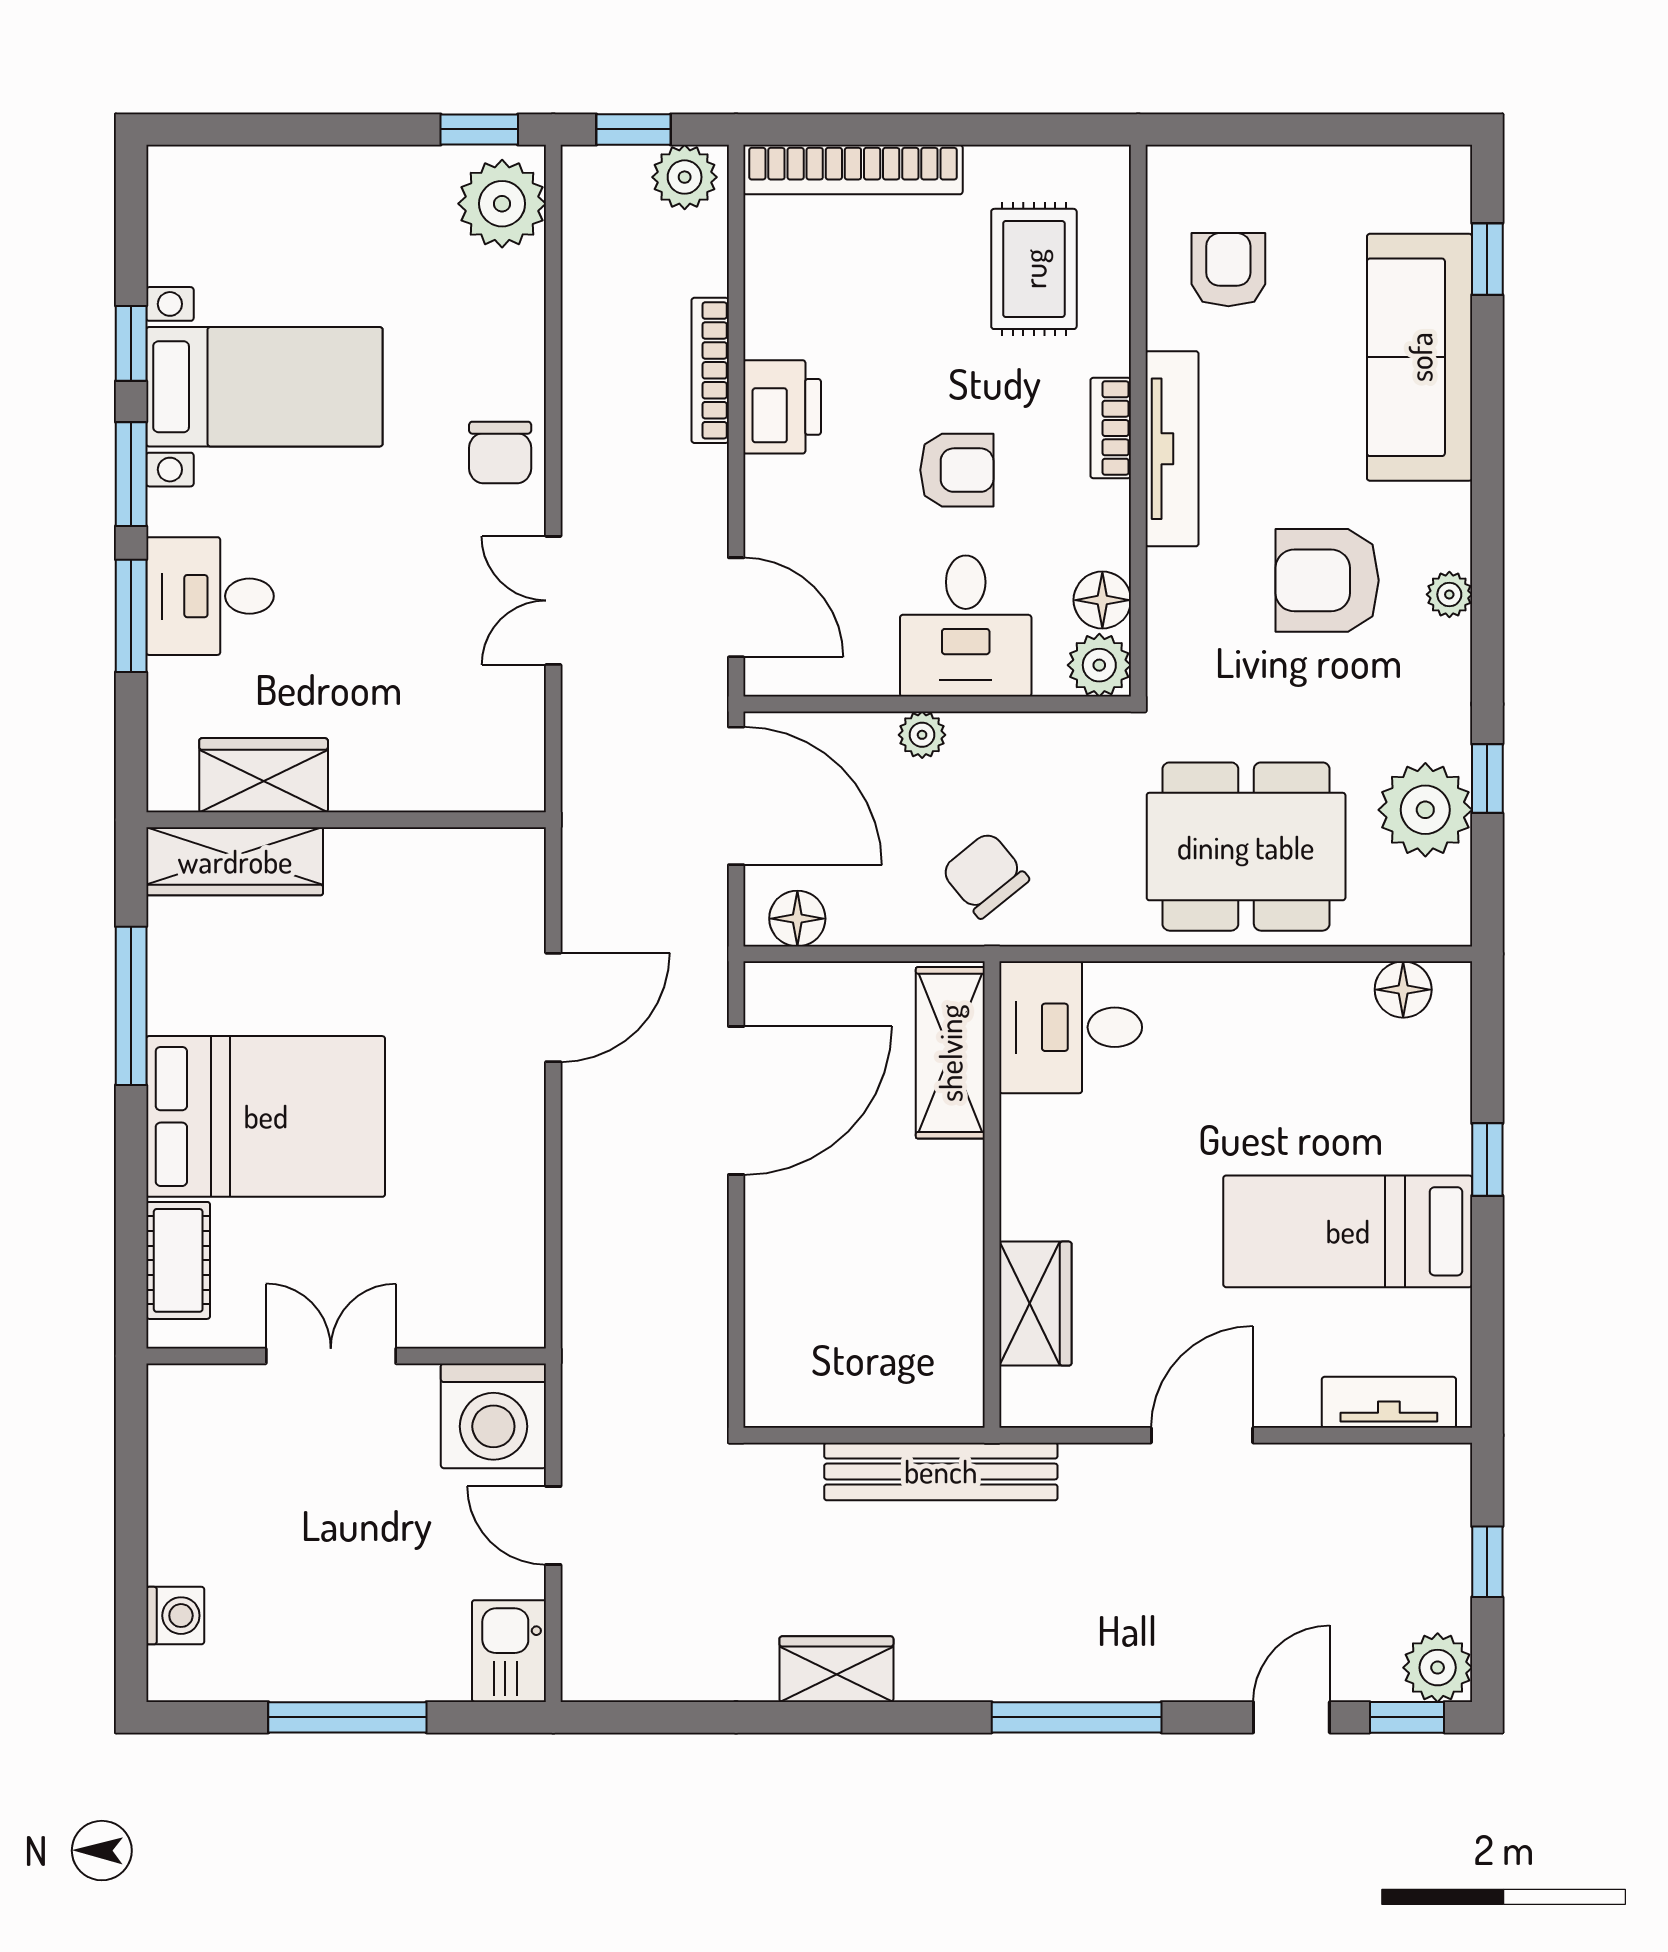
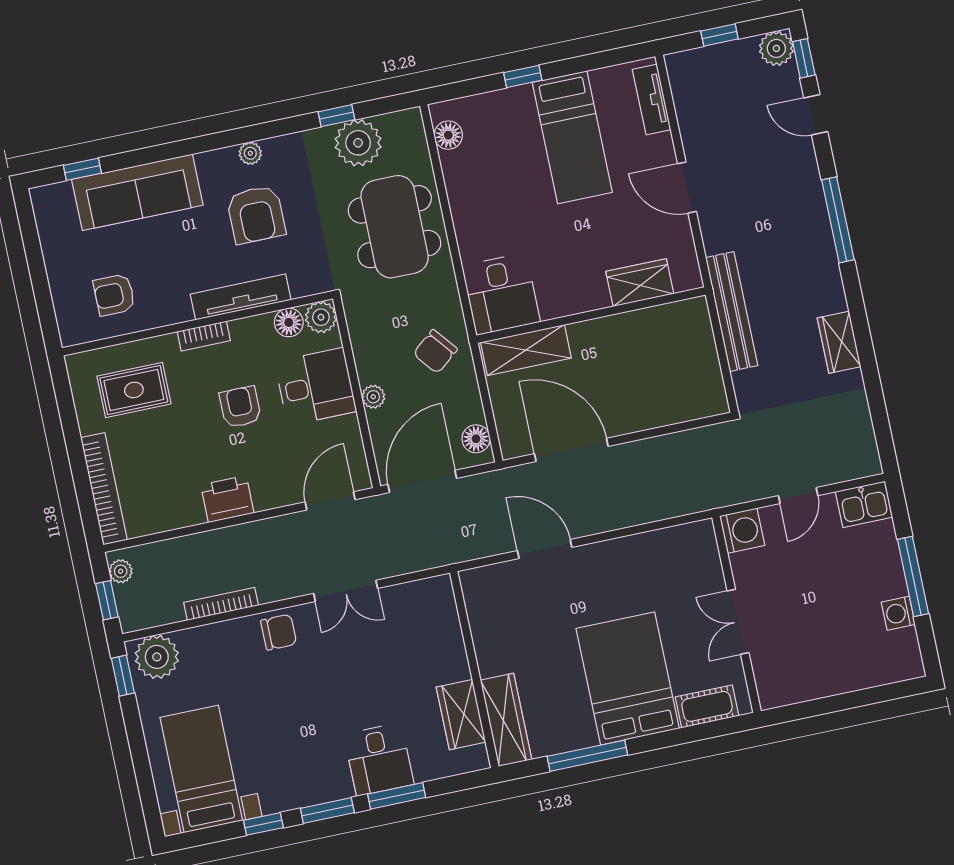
plant: (685, 177) -> (121, 571), width x0.73, depth x0.73
bookcase: (710, 370) -> (221, 604), moved, turned 180
bed with nightstands: (264, 387) -> (201, 769), moved
tv unit: (1172, 449) -> (241, 297), moved
washing machine: (493, 1416) -> (742, 531), width x0.73, depth x0.73
washing machine: (175, 1616) -> (898, 613), moved, turned -90

